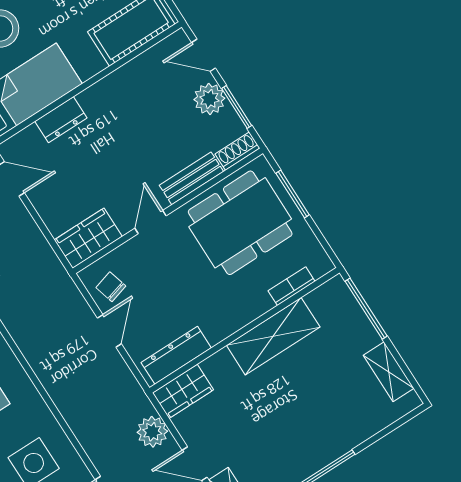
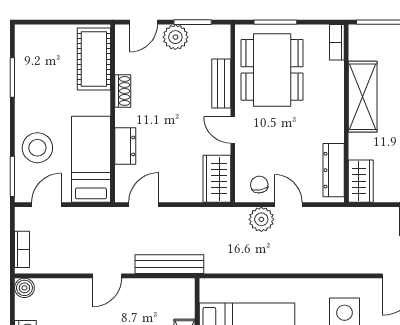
shoe rack: (237, 151) -> (123, 91), moved, turned 180
bookcase: (292, 286) -> (337, 42), moved
chair: (111, 287) -> (259, 185), turned 96
plant: (152, 432) -> (261, 219), moved

